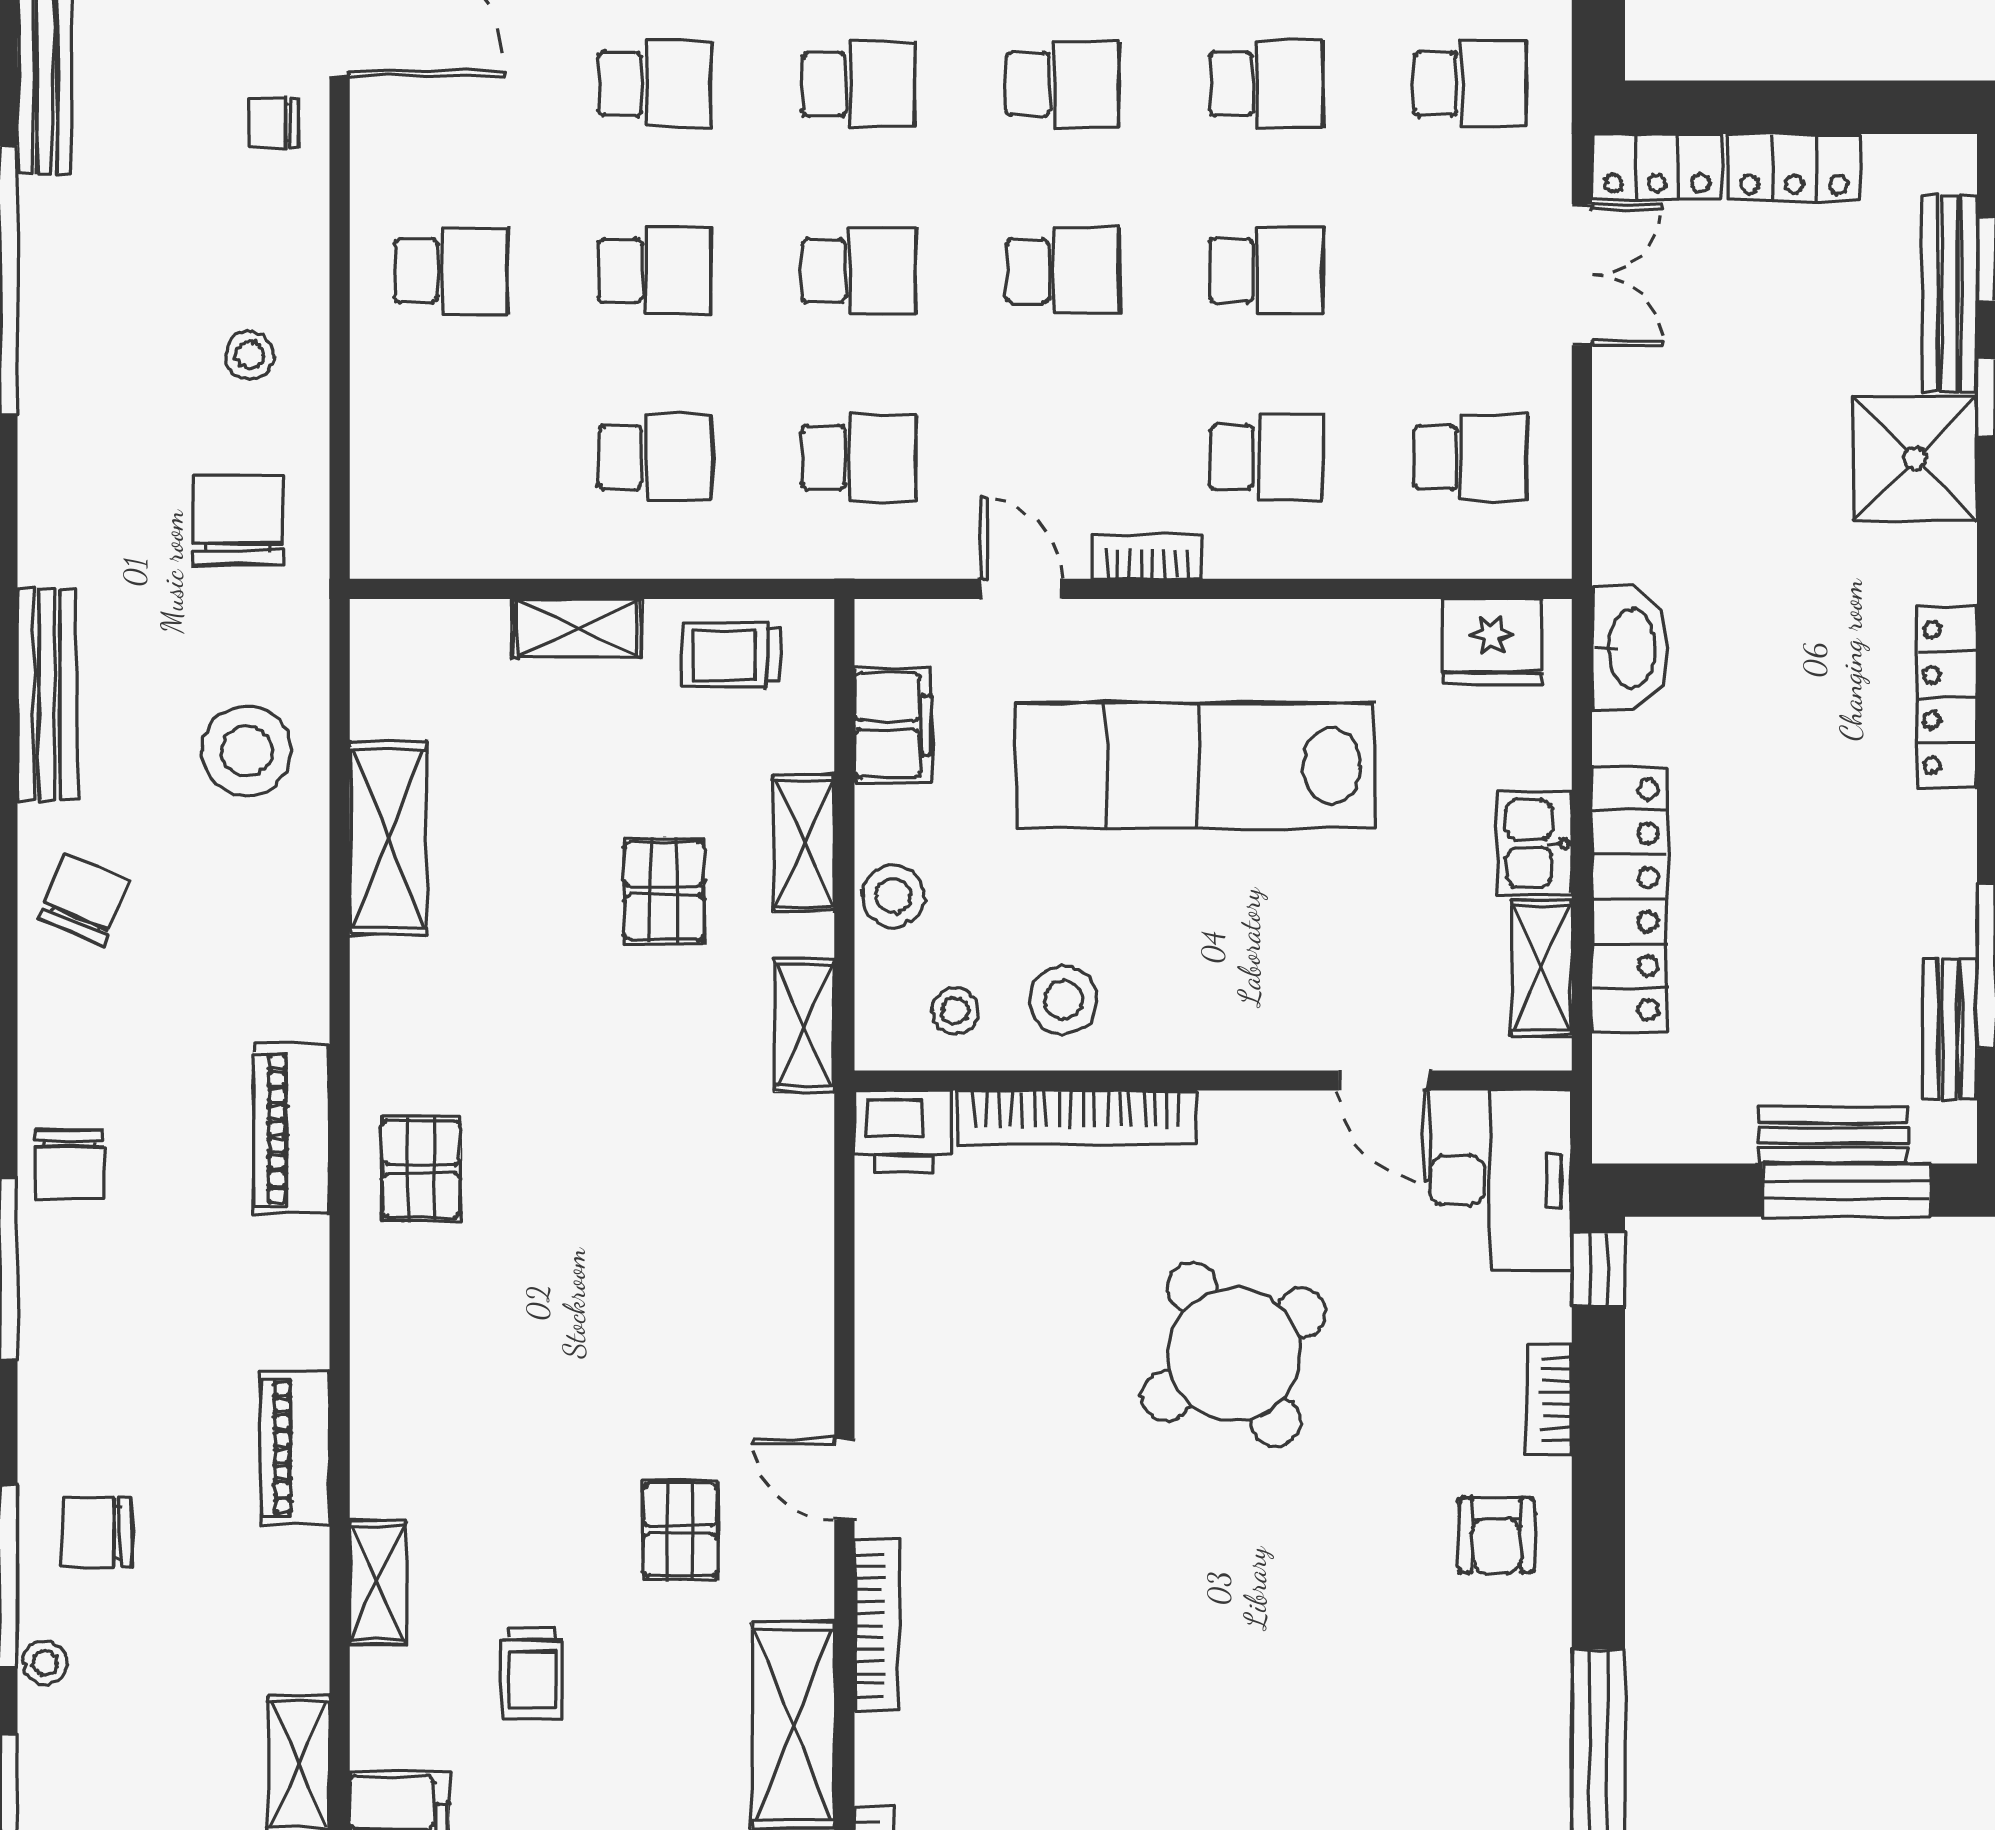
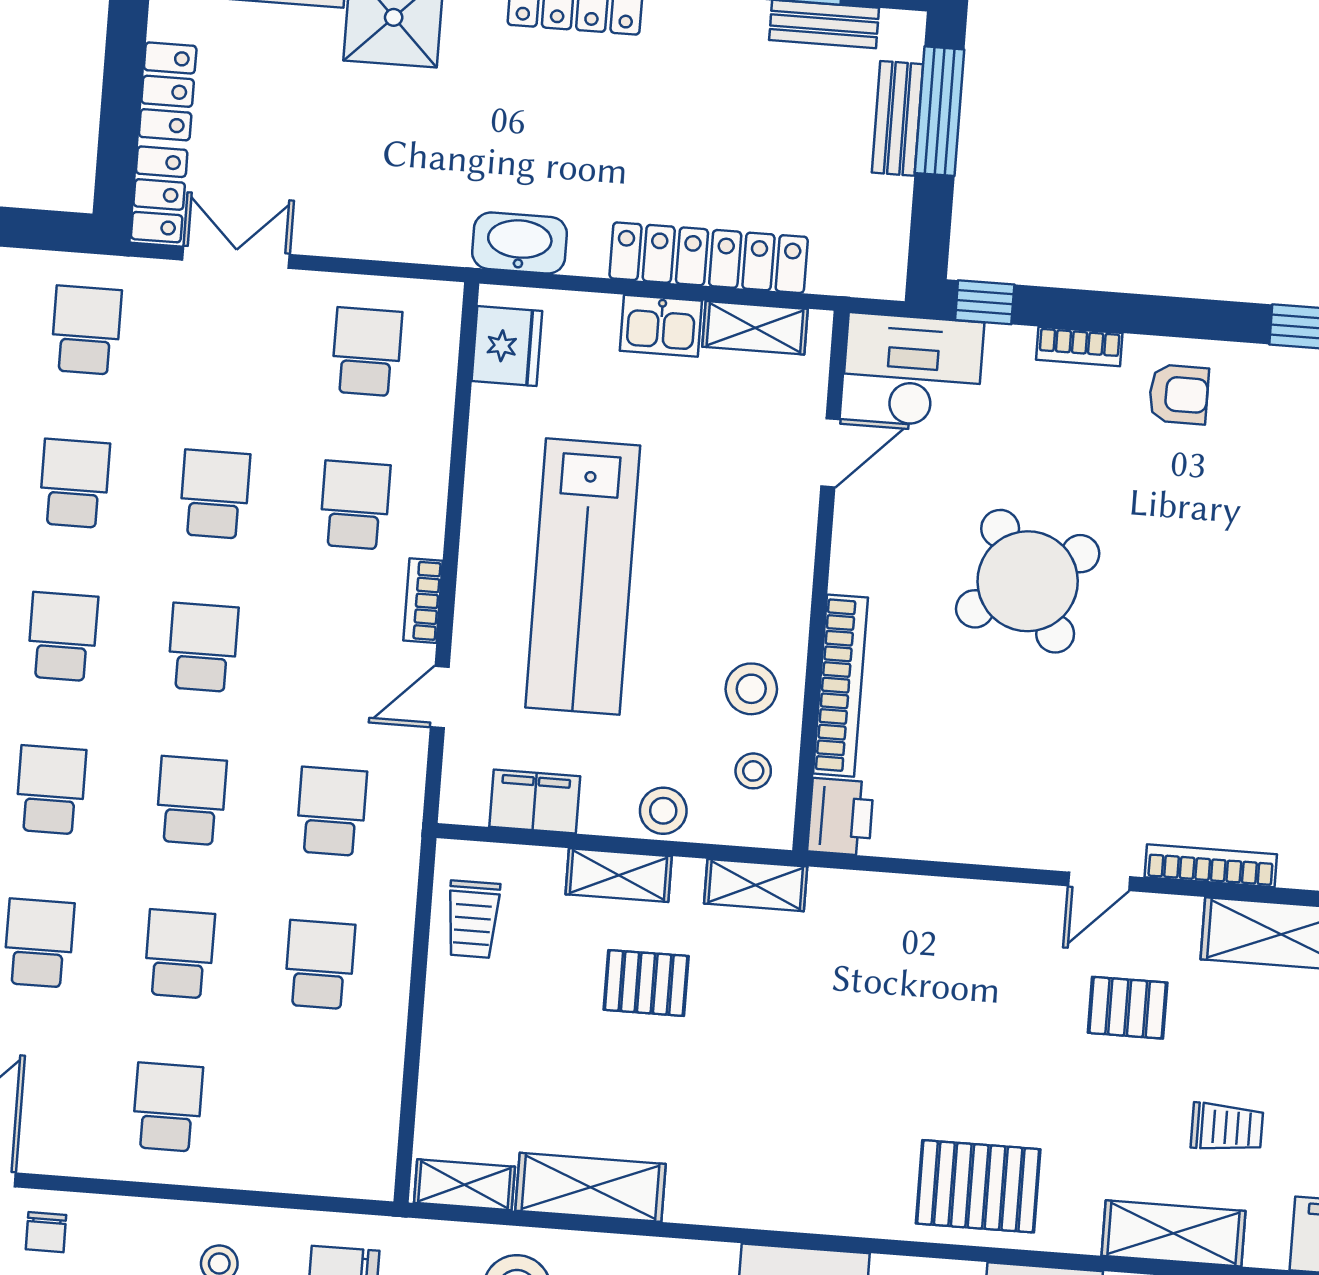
shelving: (577, 628) -> (464, 1185), moved, turned 90
pallet: (421, 1169) -> (978, 1186), moved, width x1.50, depth x1.42
shelving: (377, 1583) -> (1173, 1233), width x1.50, depth x1.33

